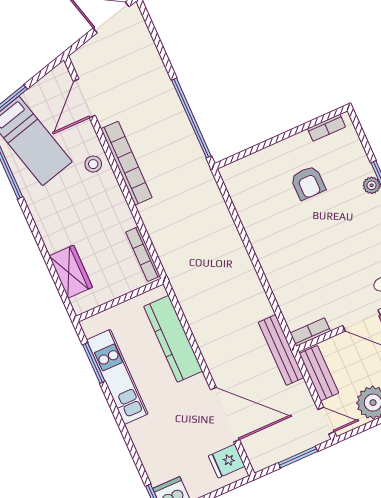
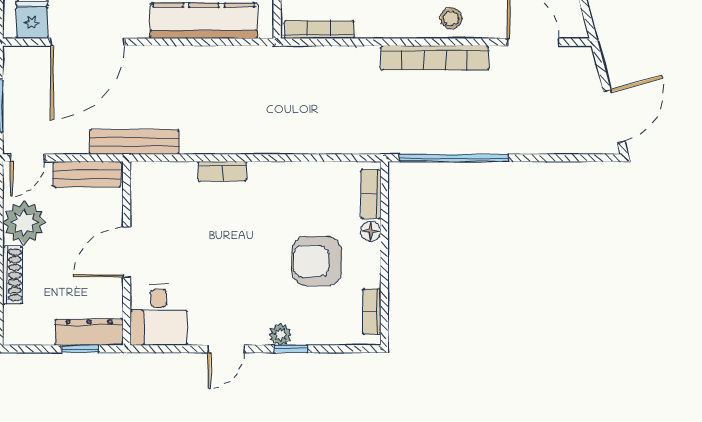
floor lamp: (270, 154) -> (371, 231), added
bookcase: (243, 165) -> (371, 194), added
armchair: (308, 183) -> (317, 261), width x1.38, depth x1.38
bookcase: (310, 332) -> (222, 171), moved, turned 90

